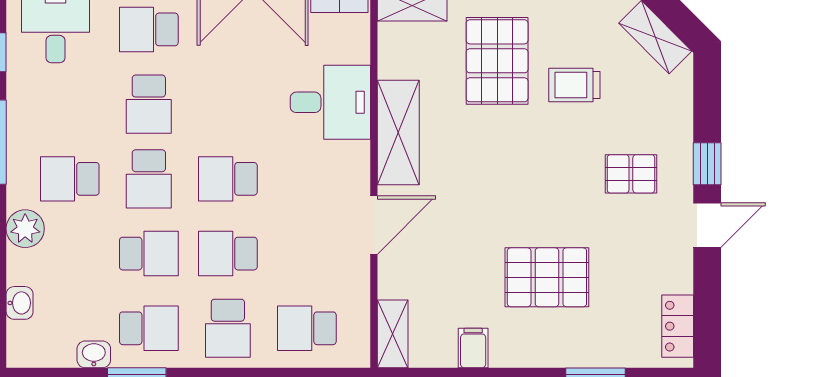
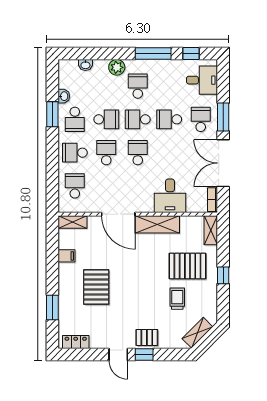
pallet: (631, 174) -> (147, 337), moved, turned 90
door: (374, 225) -> (118, 214), width x1.36
school desk: (149, 254) -> (106, 119), turned -90

